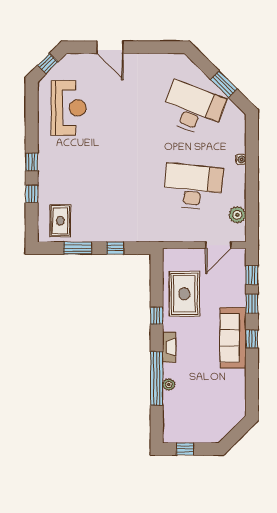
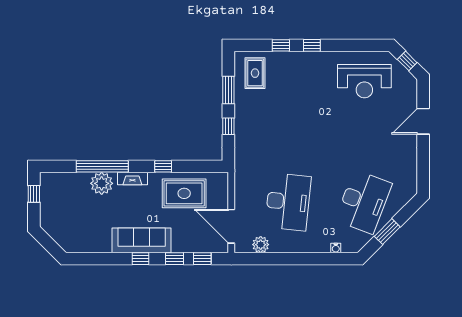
water cooler: (241, 159) -> (336, 248), moved
rug: (60, 221) -> (255, 73), turned 90
door: (218, 245) -> (231, 226), width x1.36
plant: (169, 384) -> (102, 183), width x1.88, depth x1.88

